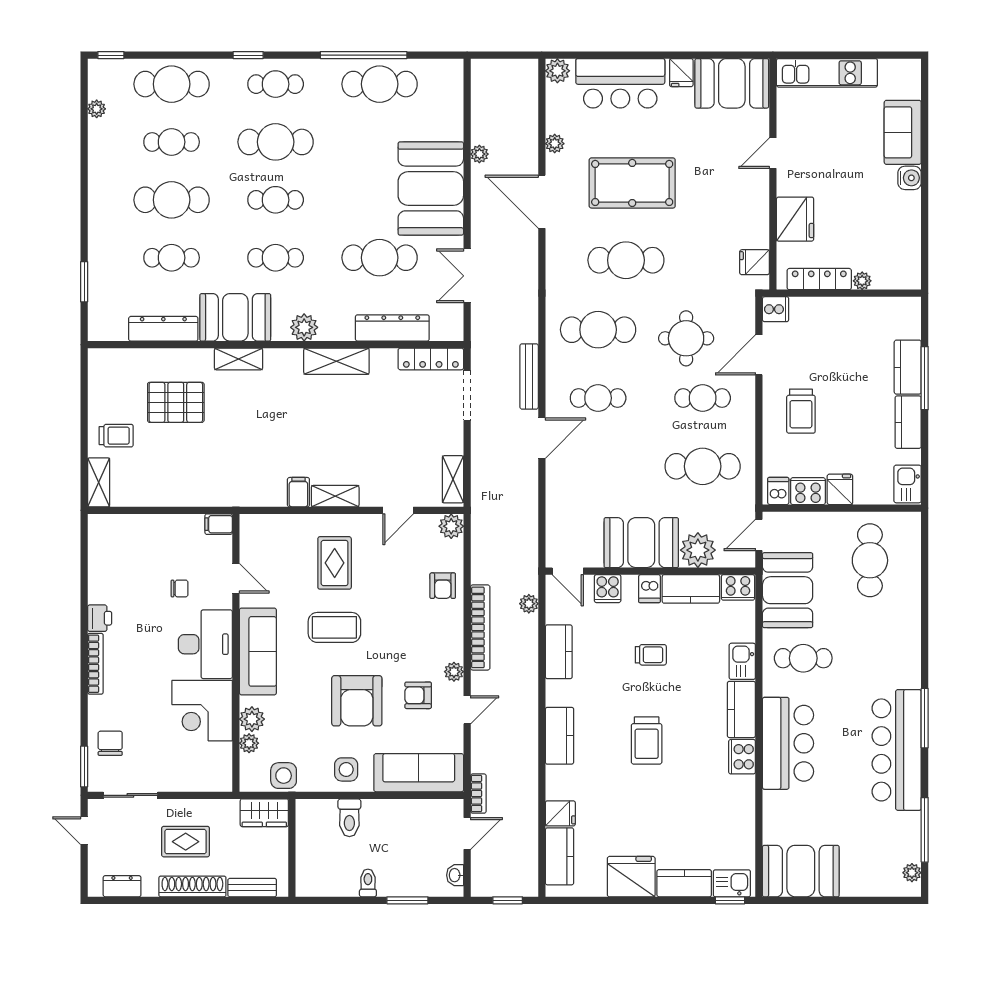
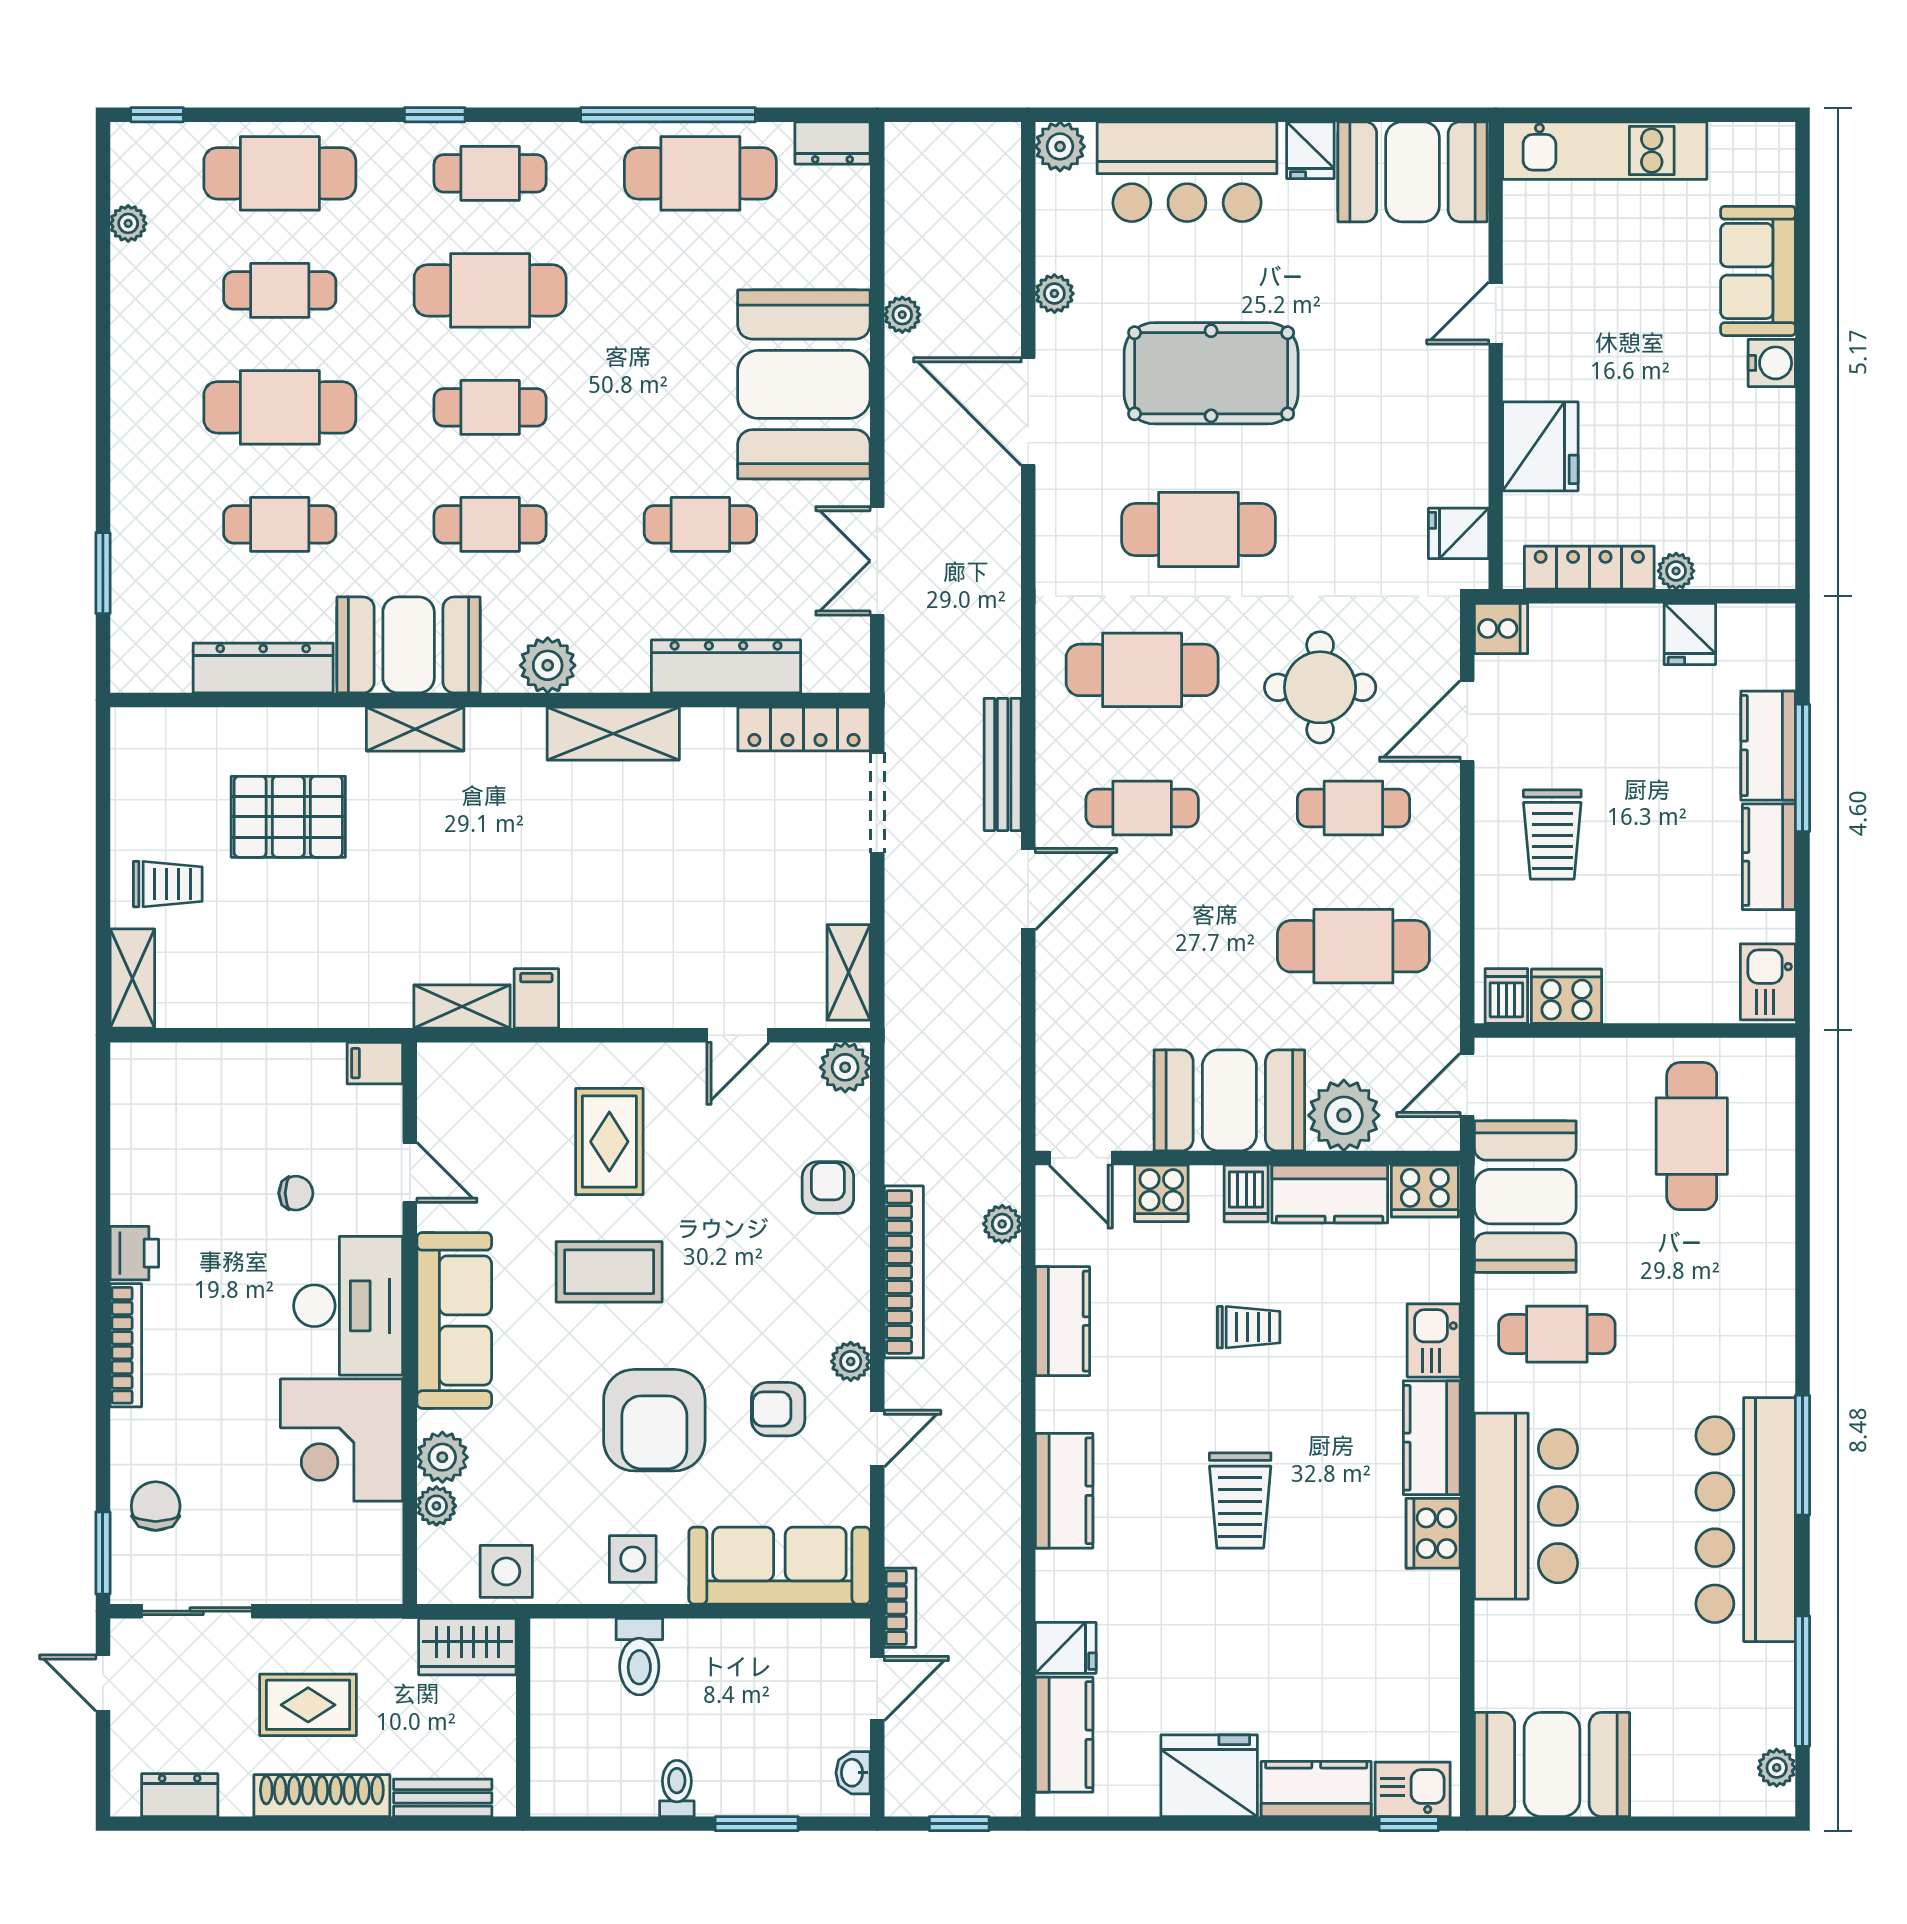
dresser: (445, 69) -> (833, 143), added
cafe table: (380, 258) -> (700, 524), width x0.73, depth x0.74
fridge: (840, 489) -> (1690, 634), moved, turned 180
shelving: (335, 496) -> (462, 1006), moved
armchair: (443, 586) -> (828, 1187), turned 180

